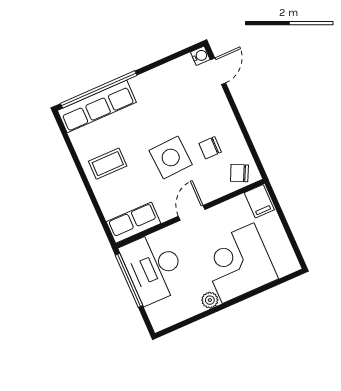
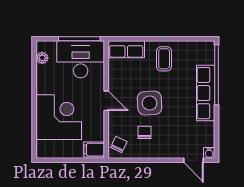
row of seats: (97, 106) -> (206, 93), moved
row of seats: (133, 223) -> (126, 49), moved, turned 90
plant: (210, 300) -> (42, 58), moved

